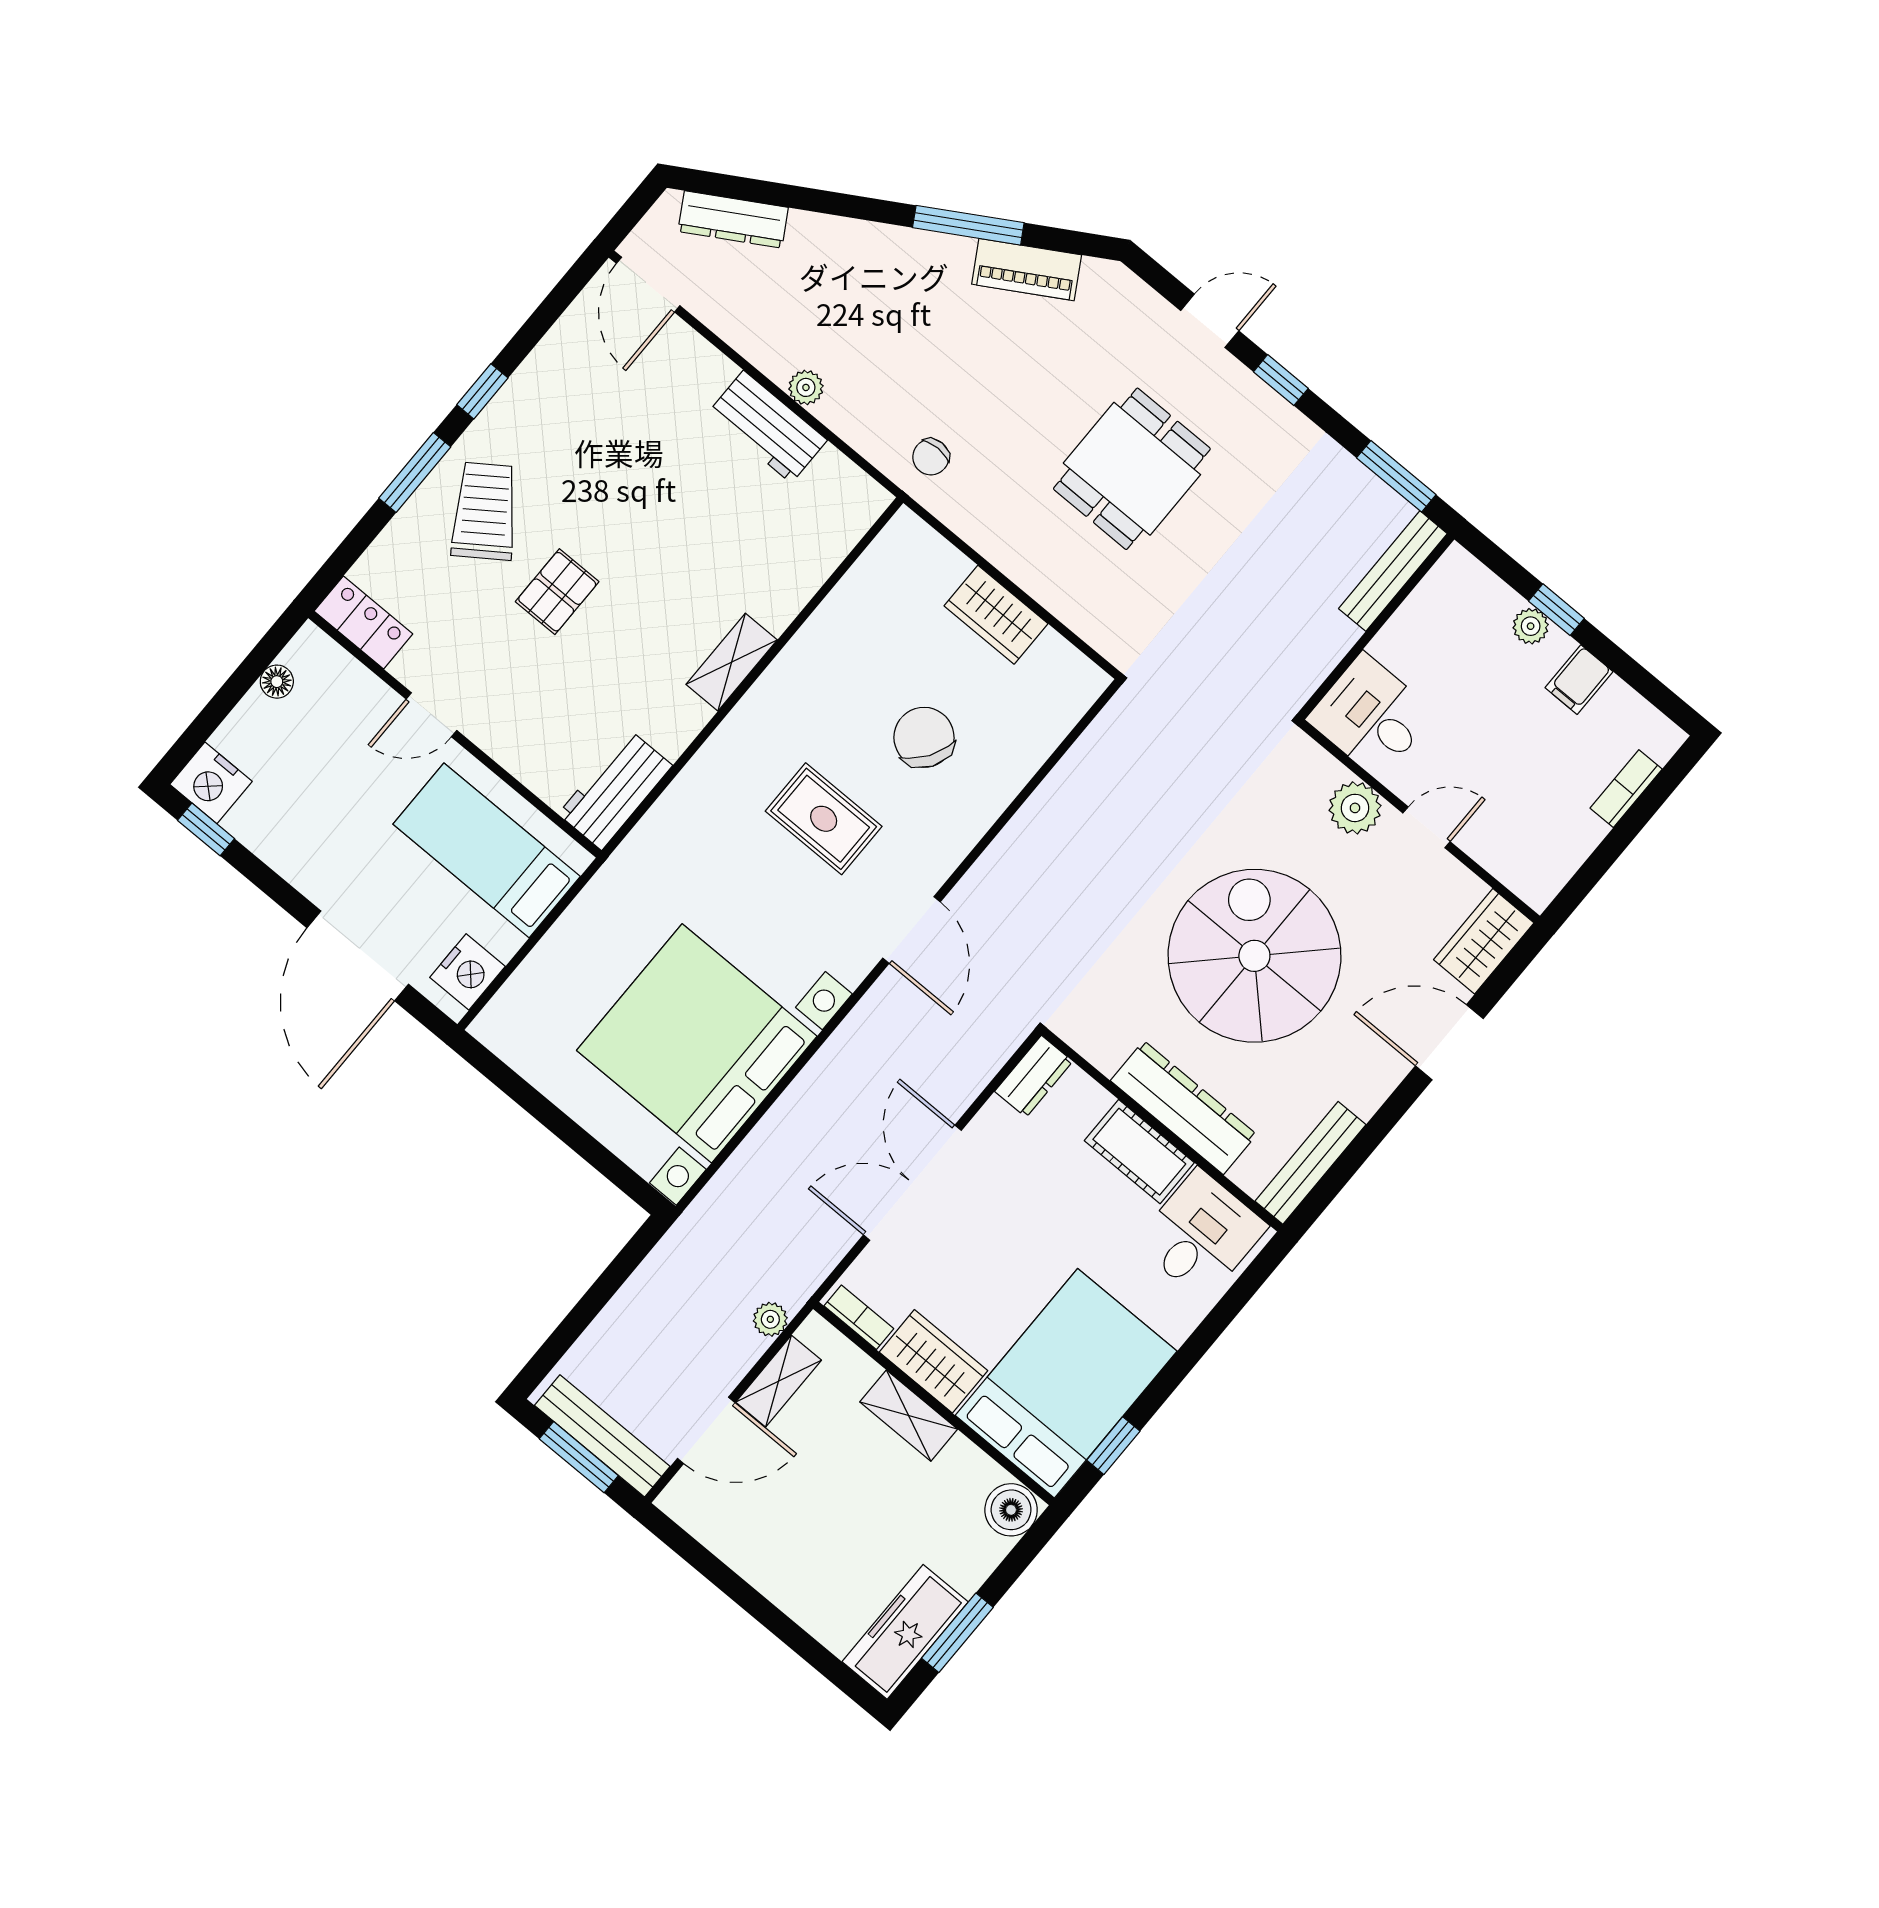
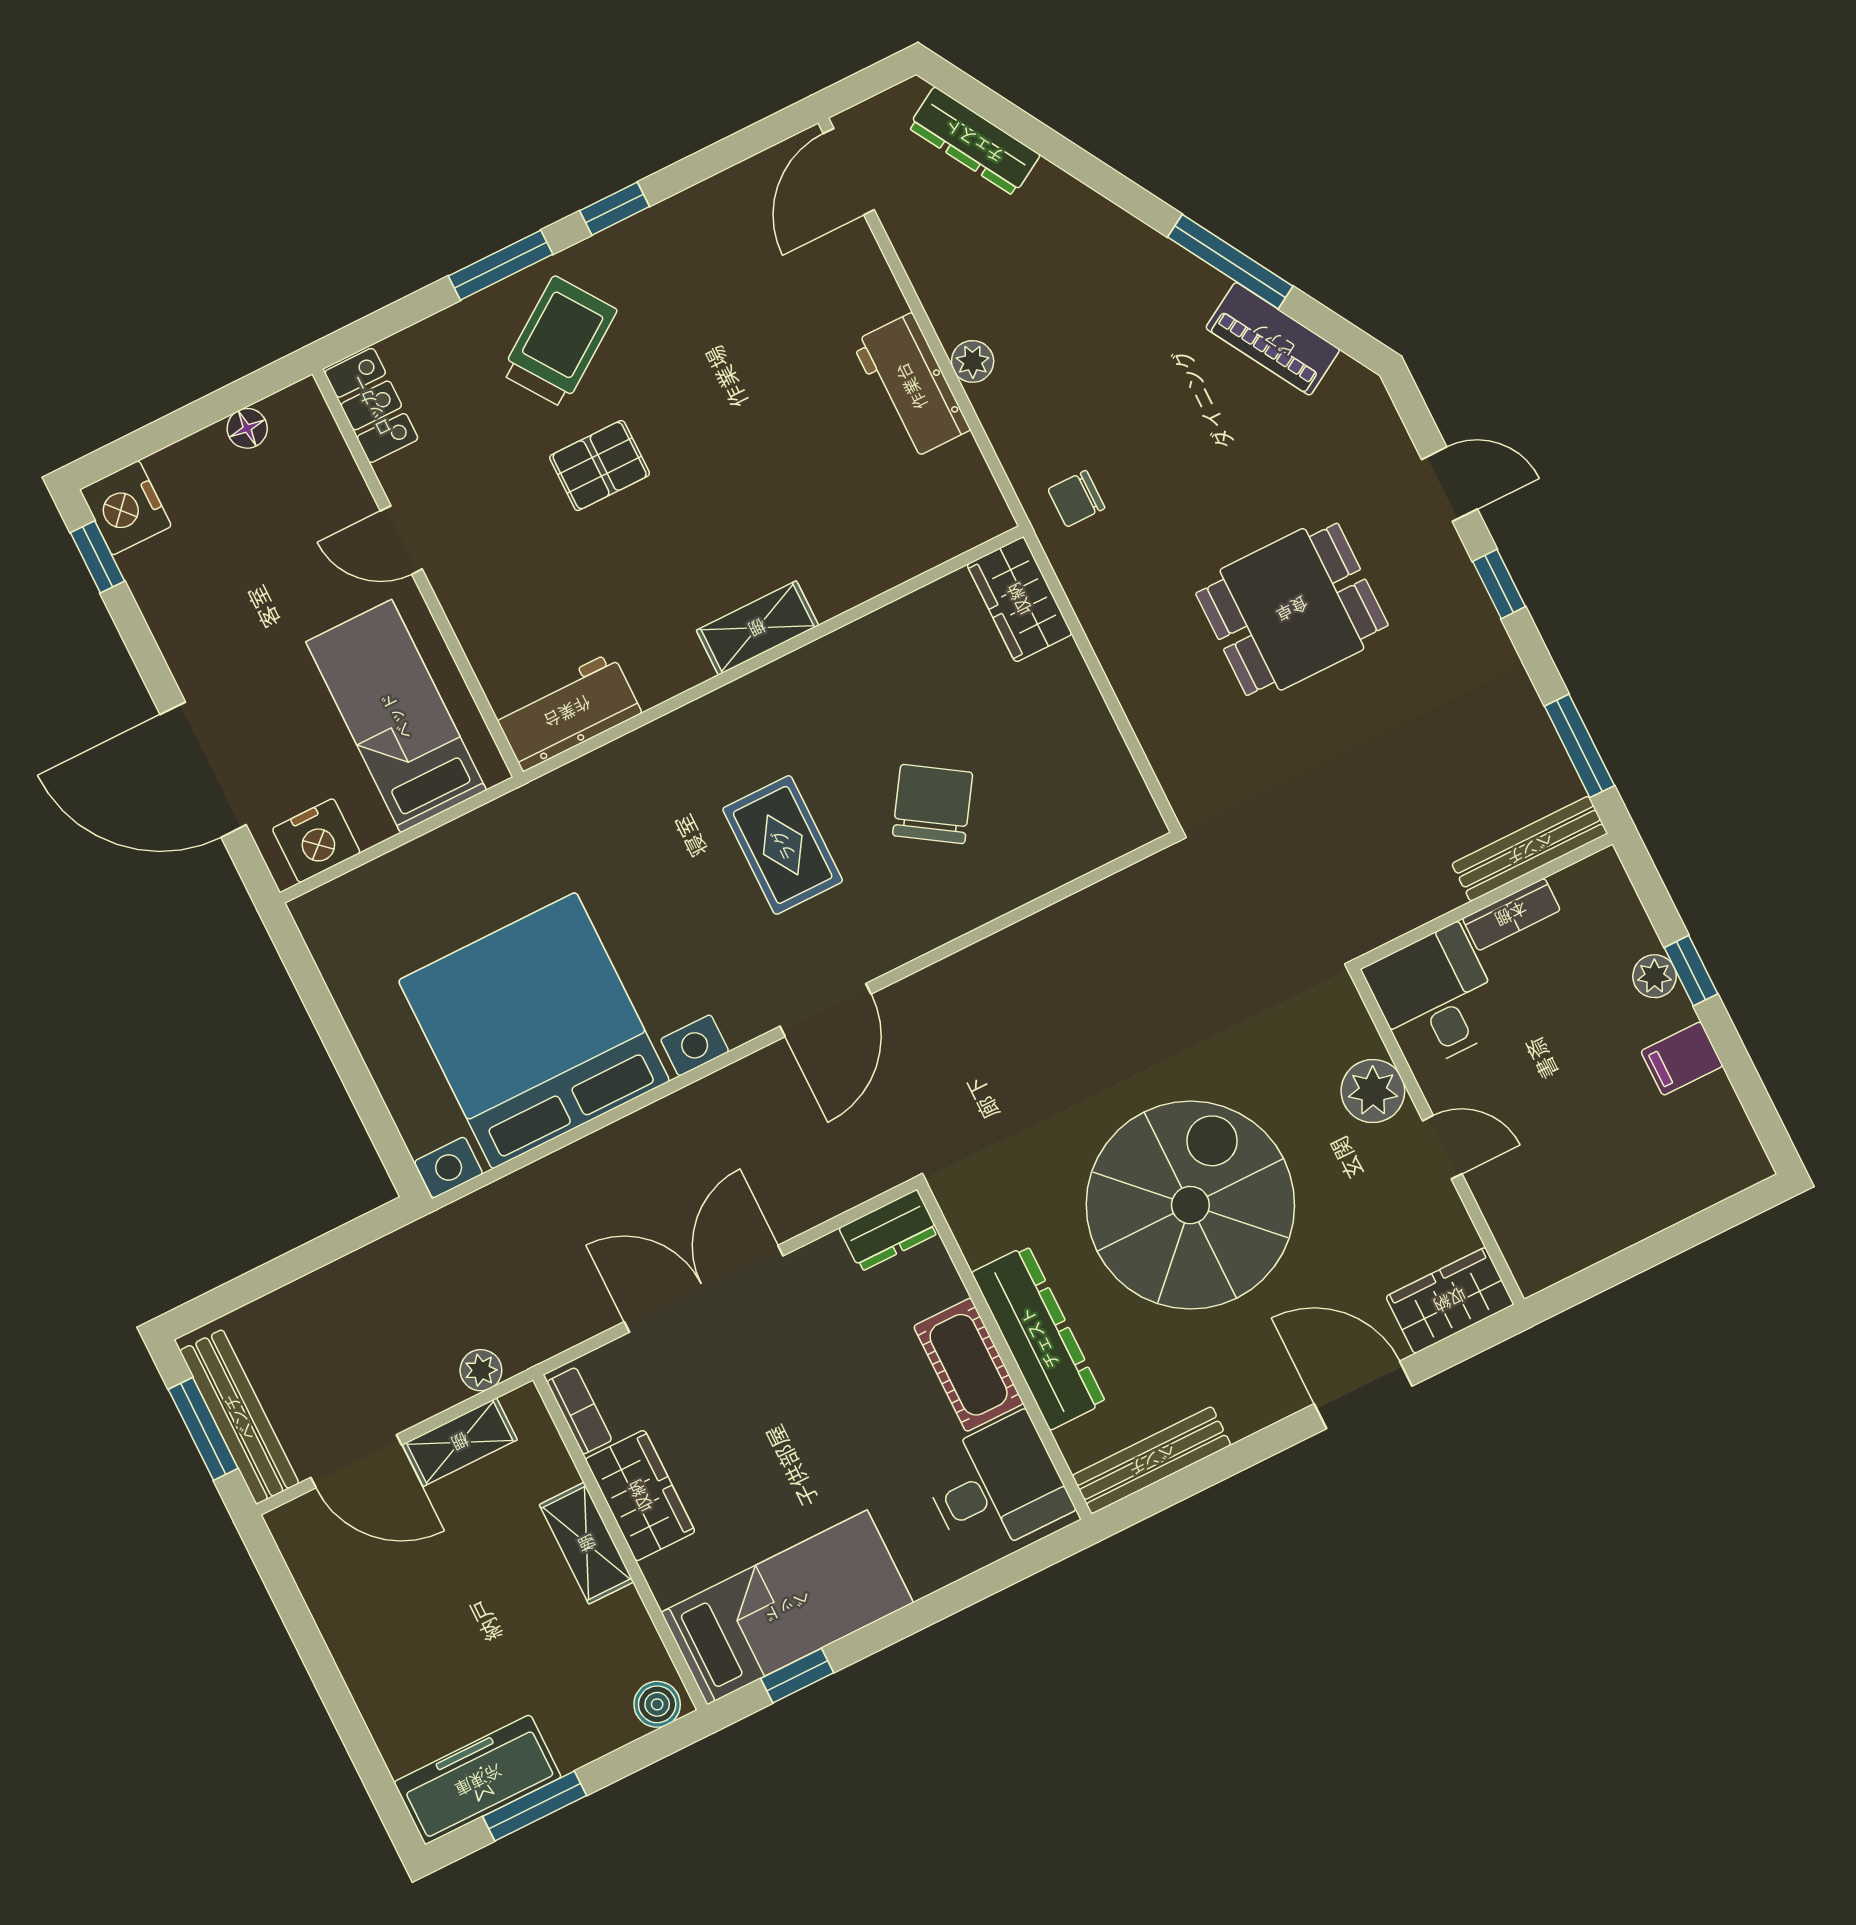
wardrobe: (996, 615) -> (1019, 599), moved
bookcase: (1626, 789) -> (1511, 914), moved, turned 180
door: (358, 956) -> (203, 770), hinge flipped
bed: (1066, 1383) -> (787, 1607), width x0.67
boiler: (1011, 1510) -> (657, 1704), width x0.73, depth x0.73

